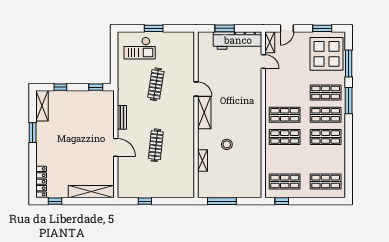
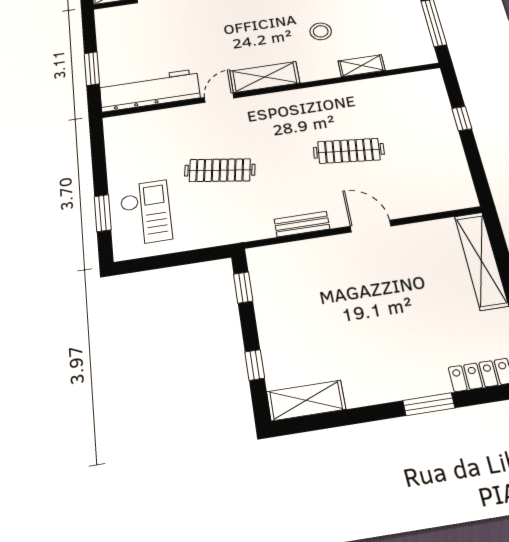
window: (154, 28) -> (103, 213), moved
workbench: (238, 40) -> (150, 90), moved, turned -90
window: (33, 133) -> (429, 404), moved
door: (116, 147) -> (370, 226), hinge flipped
window: (145, 201) -> (462, 118), moved

